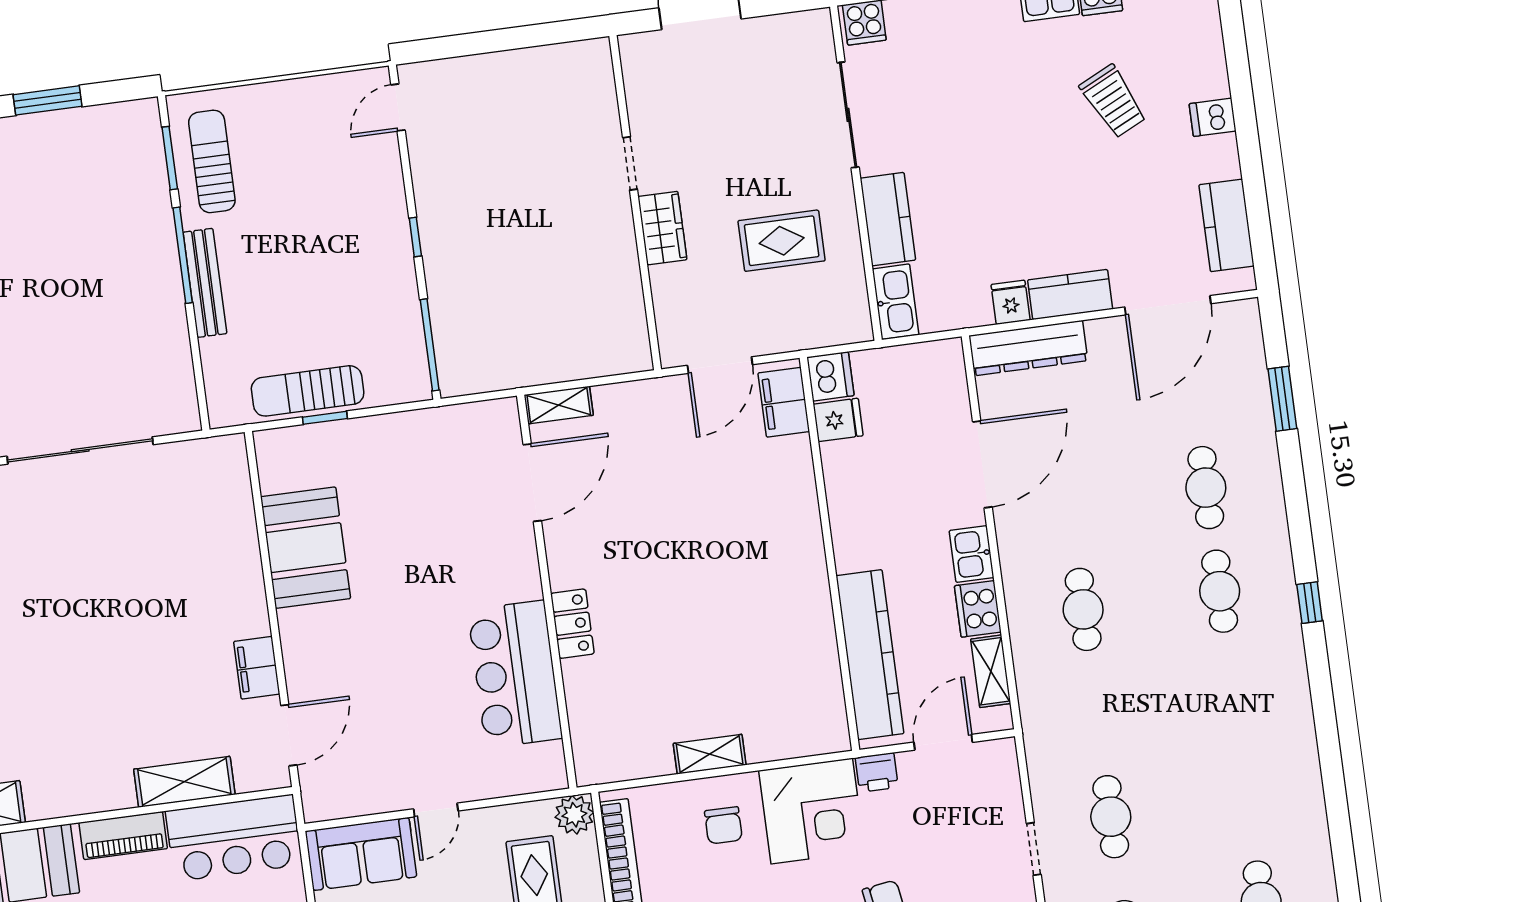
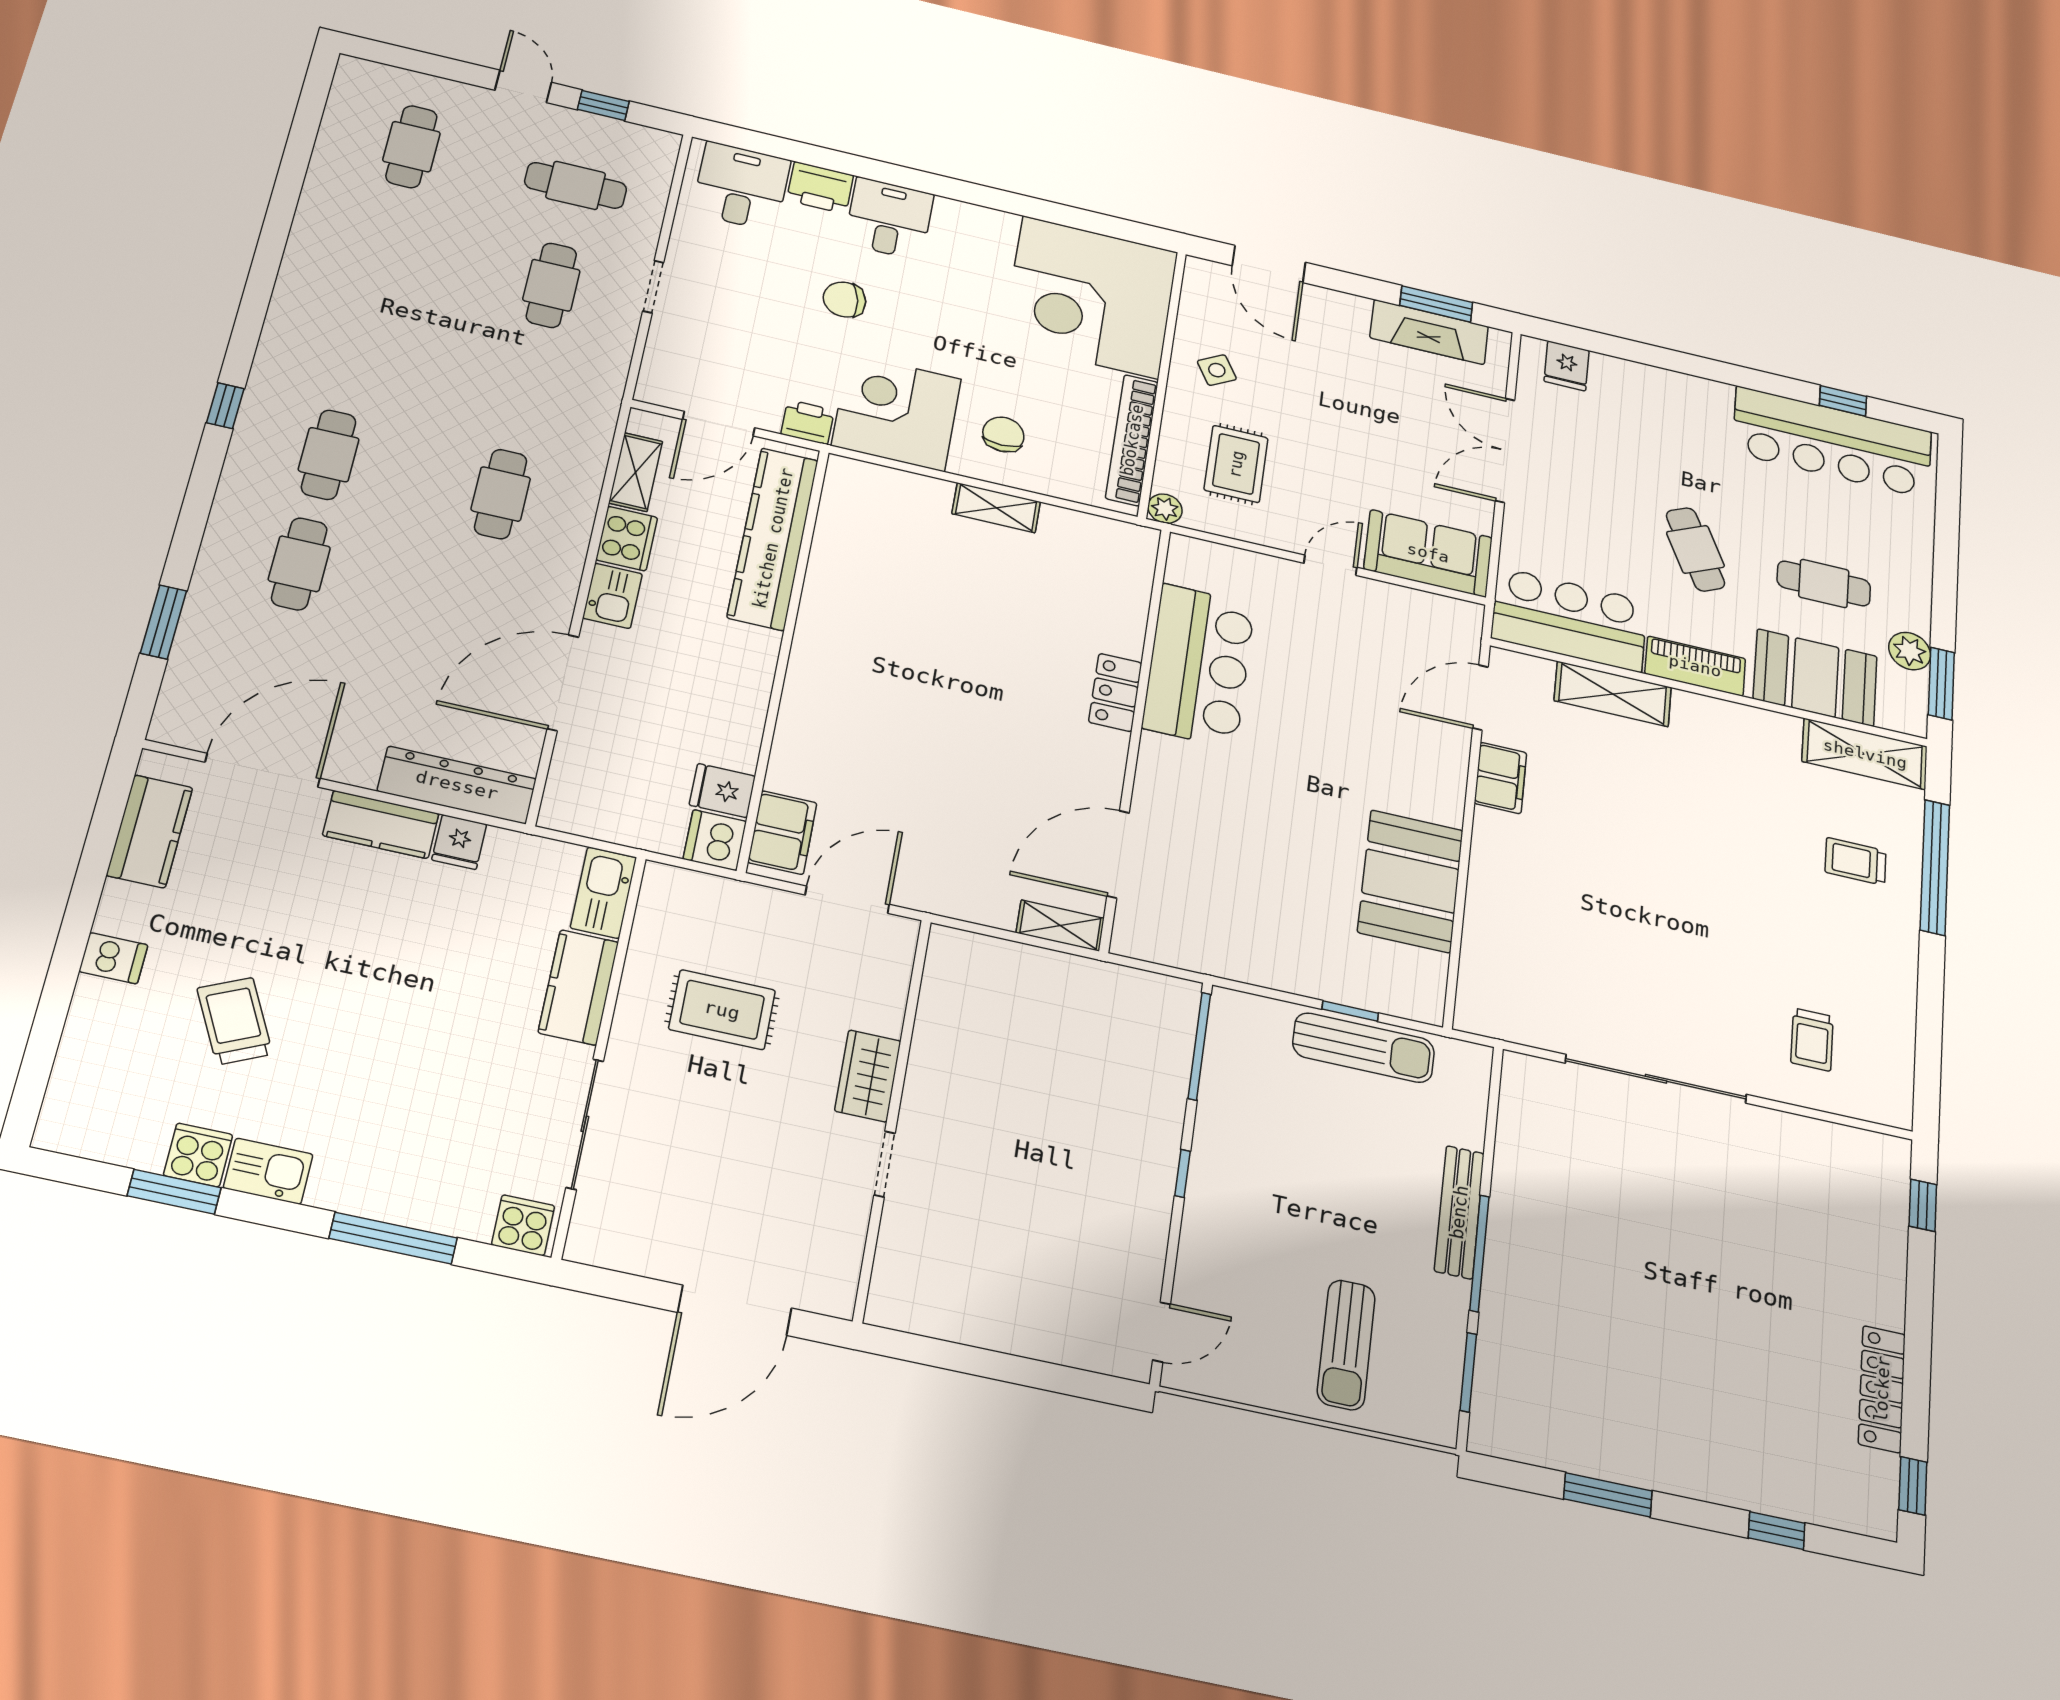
sun lounger: (212, 161) -> (1346, 1345), moved
plant: (574, 815) -> (1165, 509), width x0.73, depth x0.73

